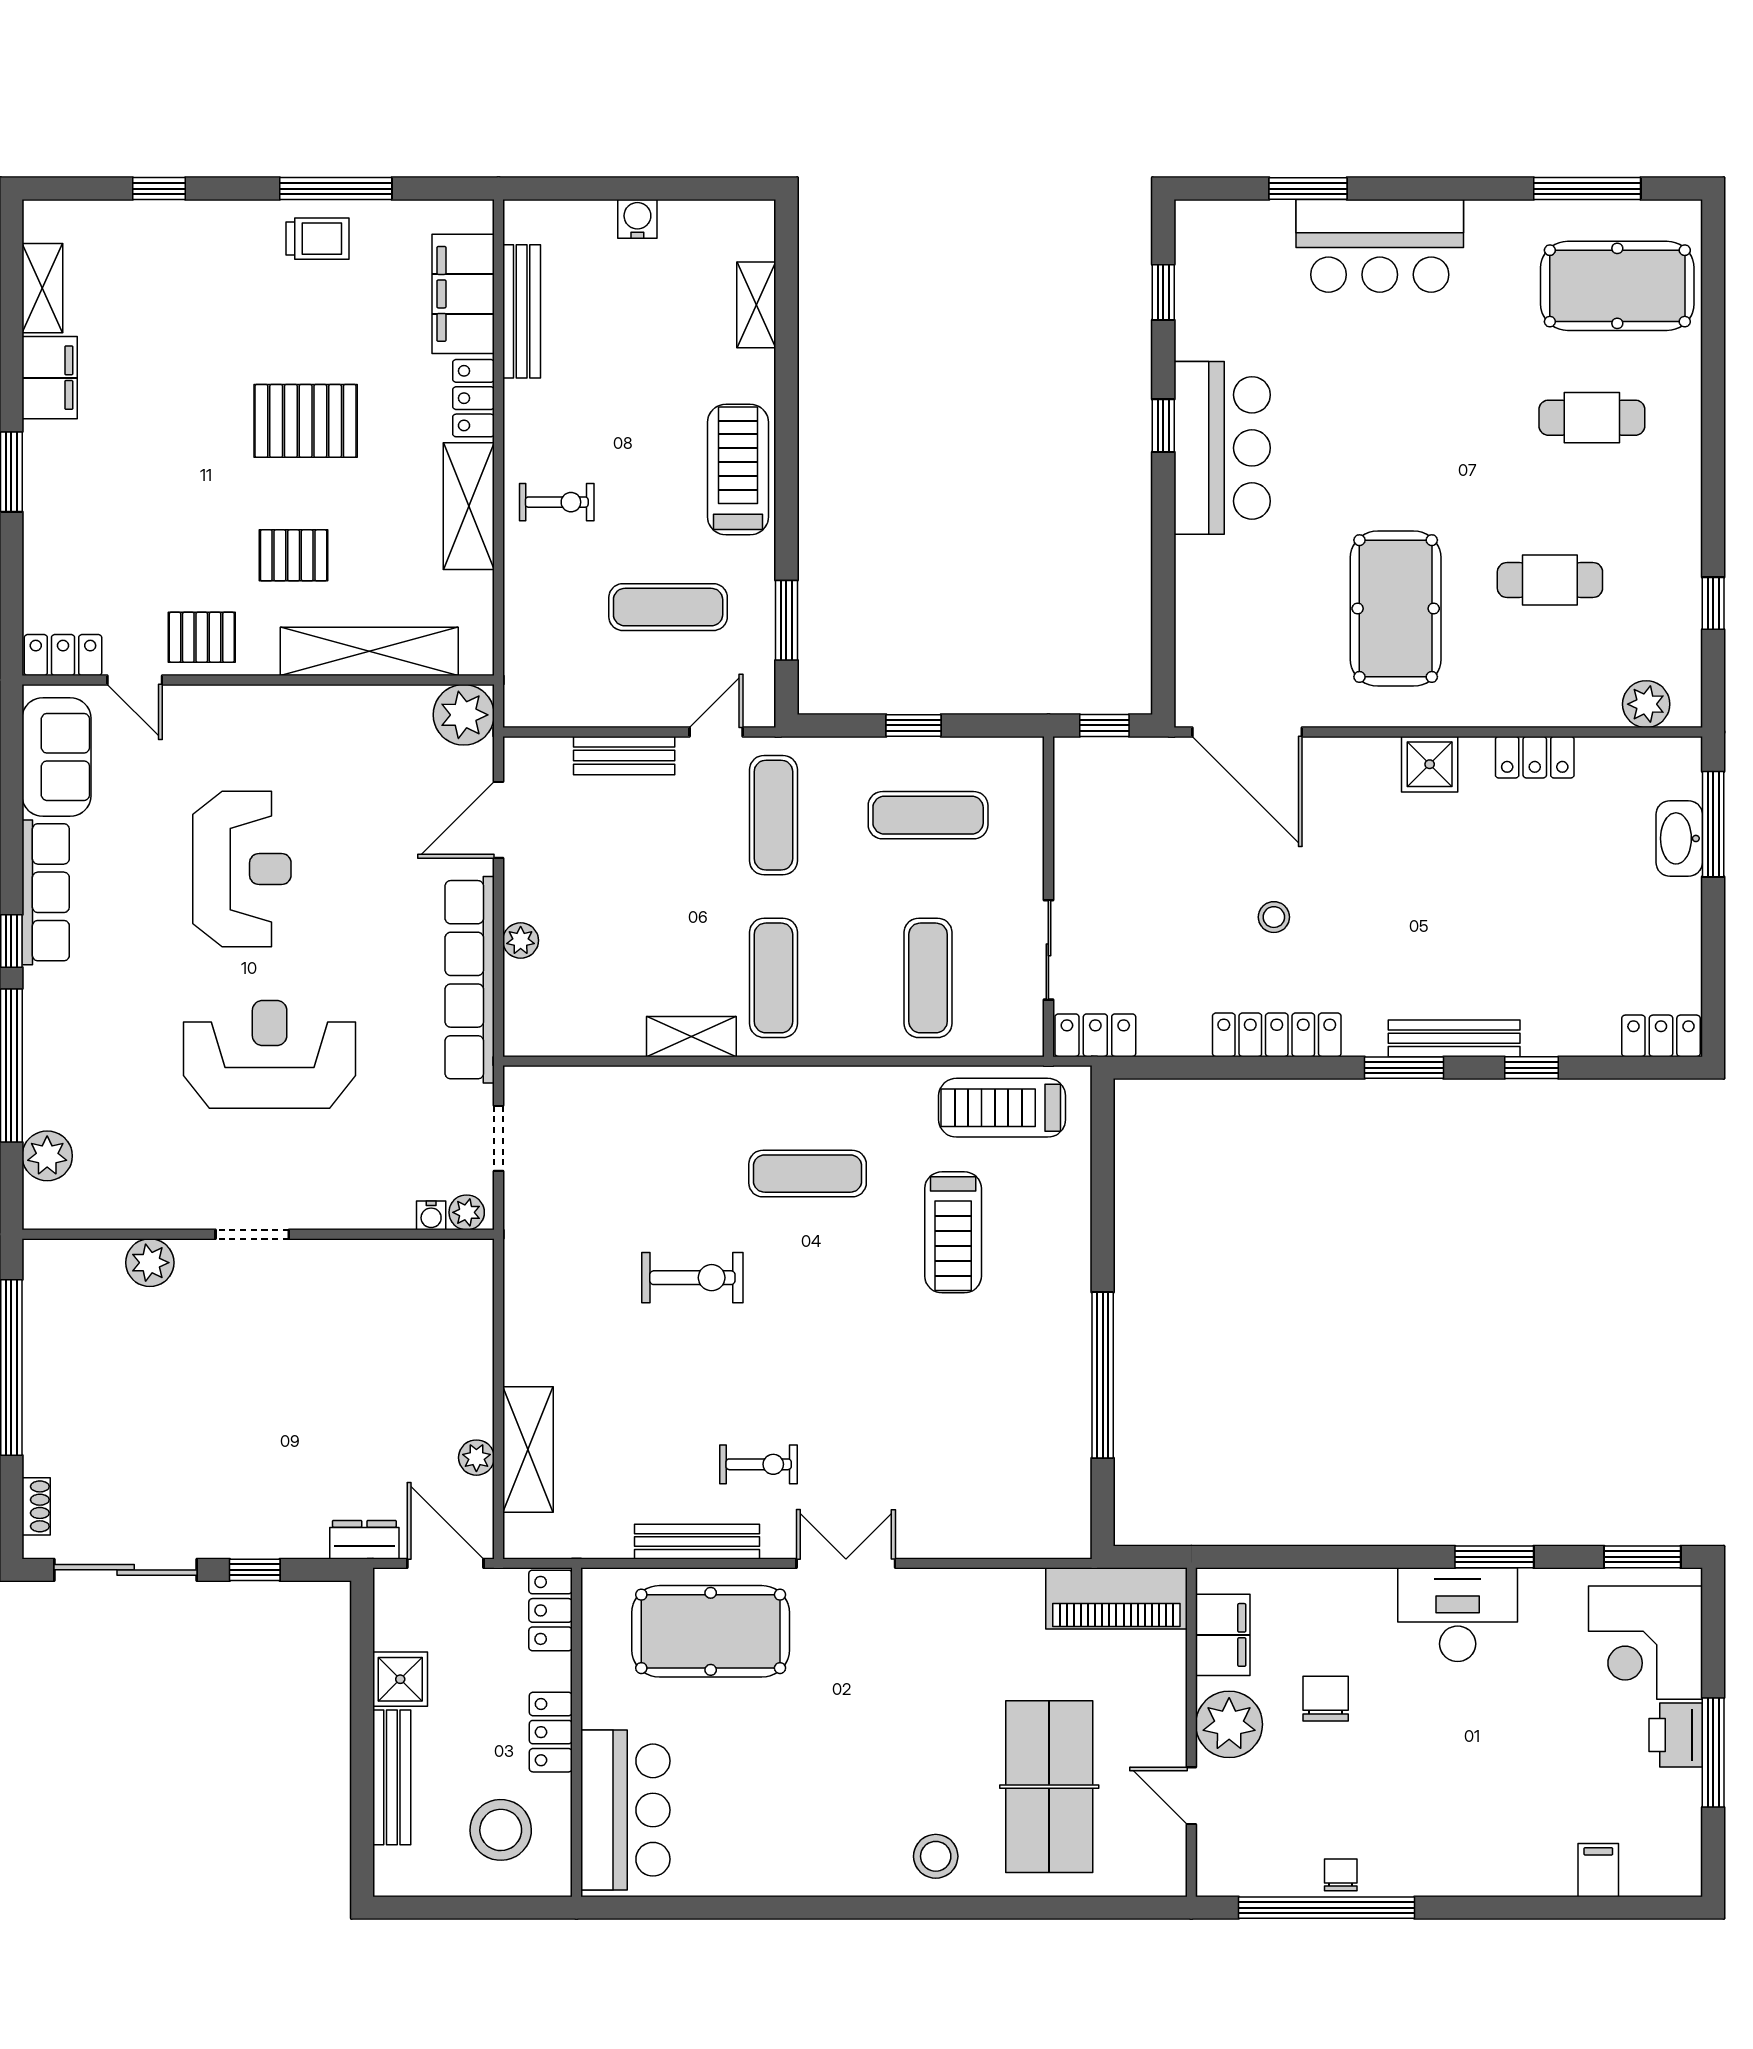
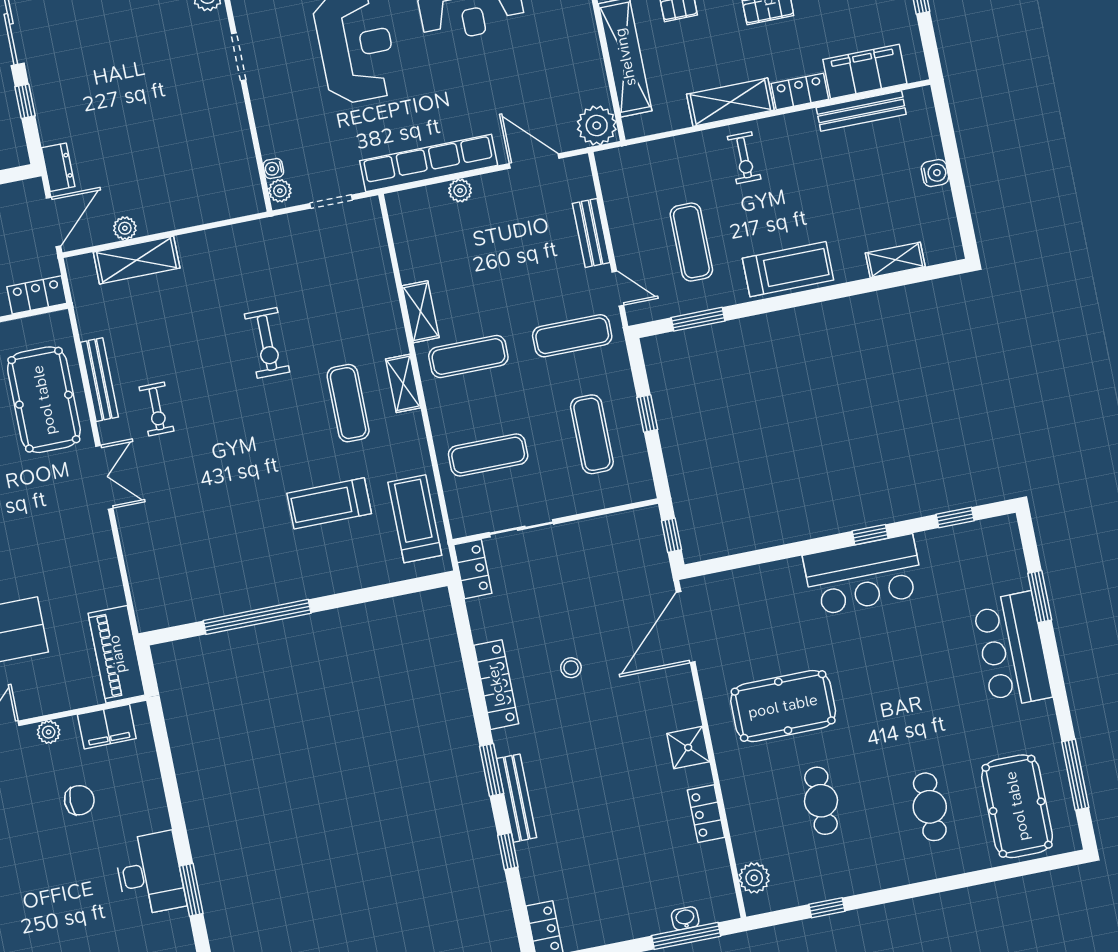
washbasin: (1679, 838) -> (685, 918), width x0.52, depth x0.69
shelving: (794, 1084) -> (403, 383), added
plant: (1229, 1724) -> (49, 732), width x0.53, depth x0.53

